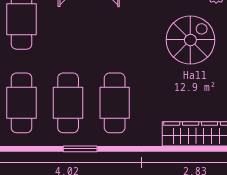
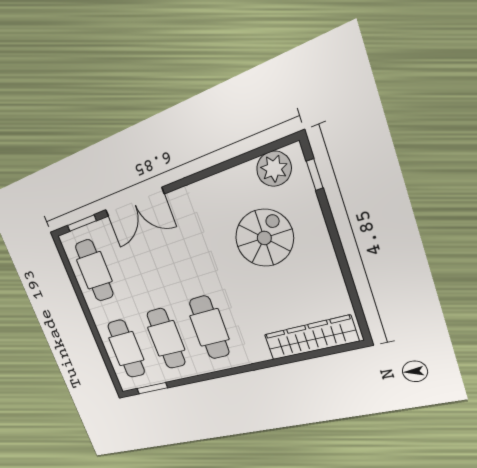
window: (80, 149) -> (152, 388), moved

